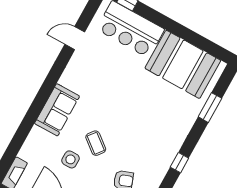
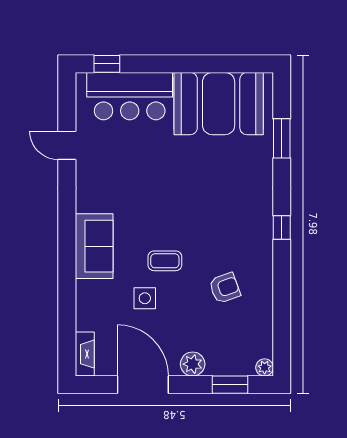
door: (75, 38) -> (67, 145), hinge flipped
coffee table: (96, 143) -> (165, 261), turned -38

